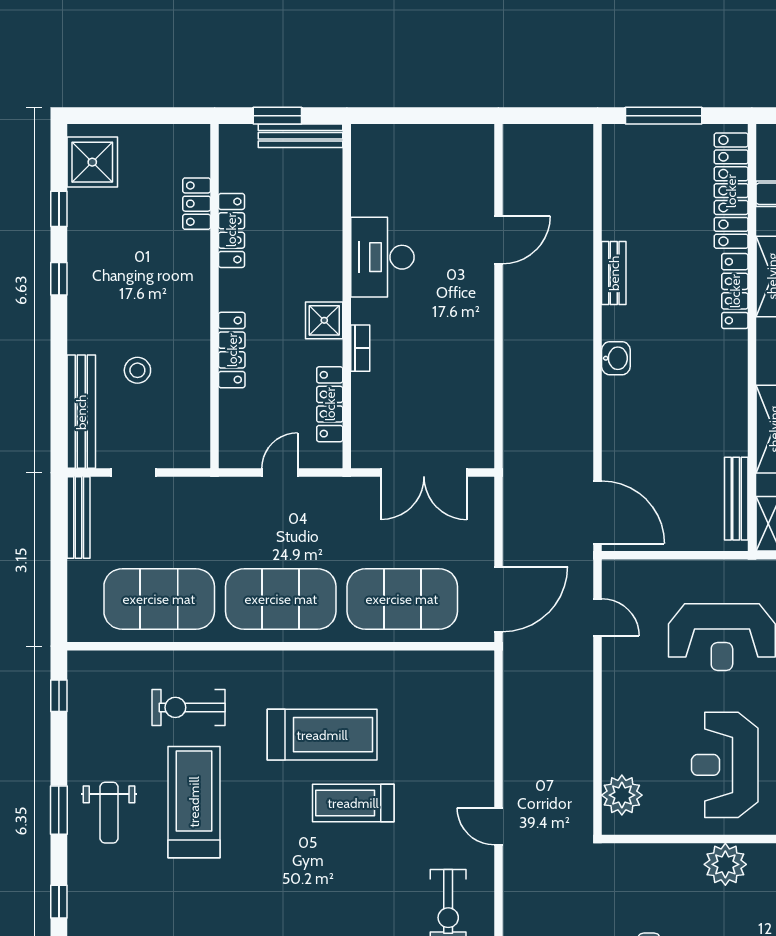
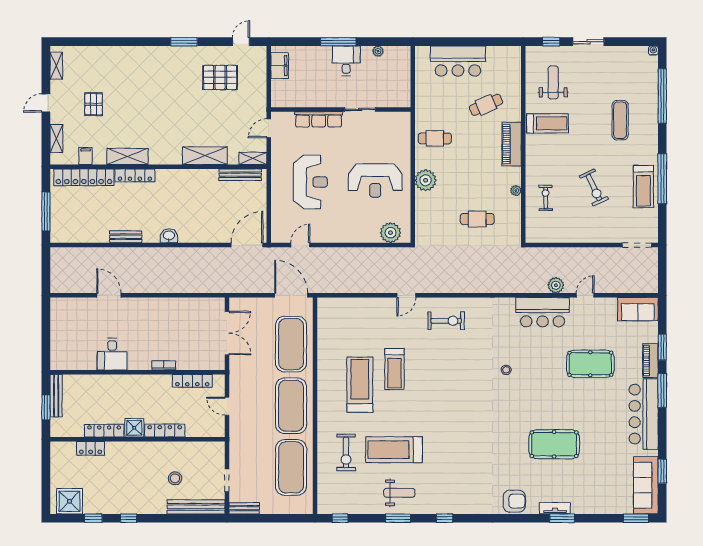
desk: (382, 257) -> (112, 354), width x0.73
shower: (324, 320) -> (134, 428), moved
bench: (79, 517) -> (244, 508), width x0.73

